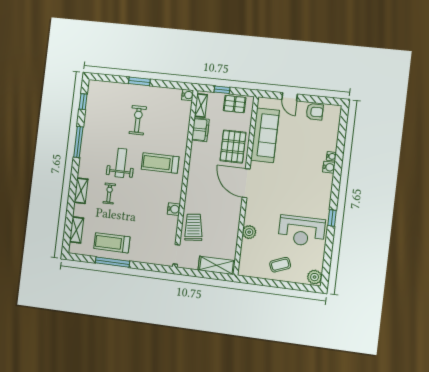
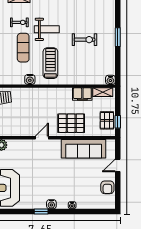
window: (222, 90) -> (118, 122), moved
water cooler: (329, 167) -> (51, 204), moved
door: (246, 183) -> (42, 138), width x0.53
exercise mat: (139, 193) -> (23, 48), added
water cooler: (174, 209) -> (30, 79), moved
window: (332, 218) -> (41, 212), moved

